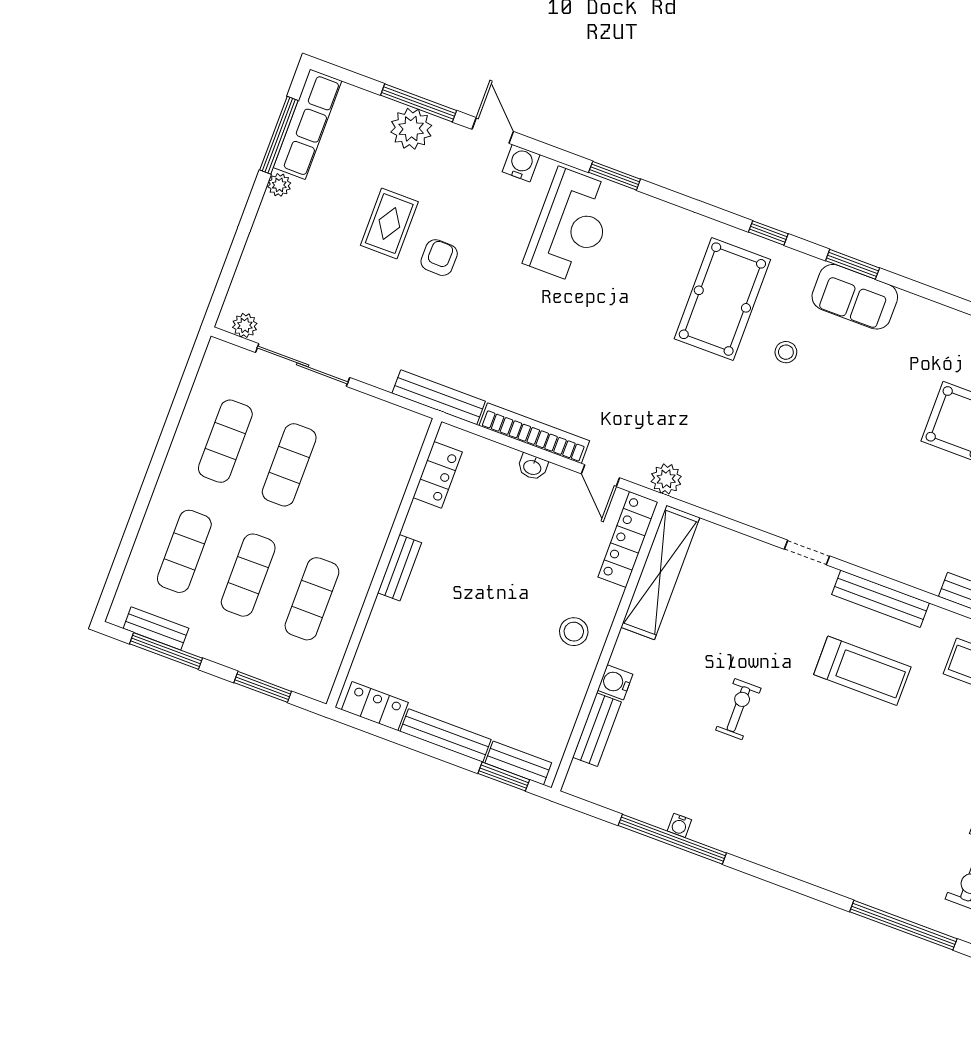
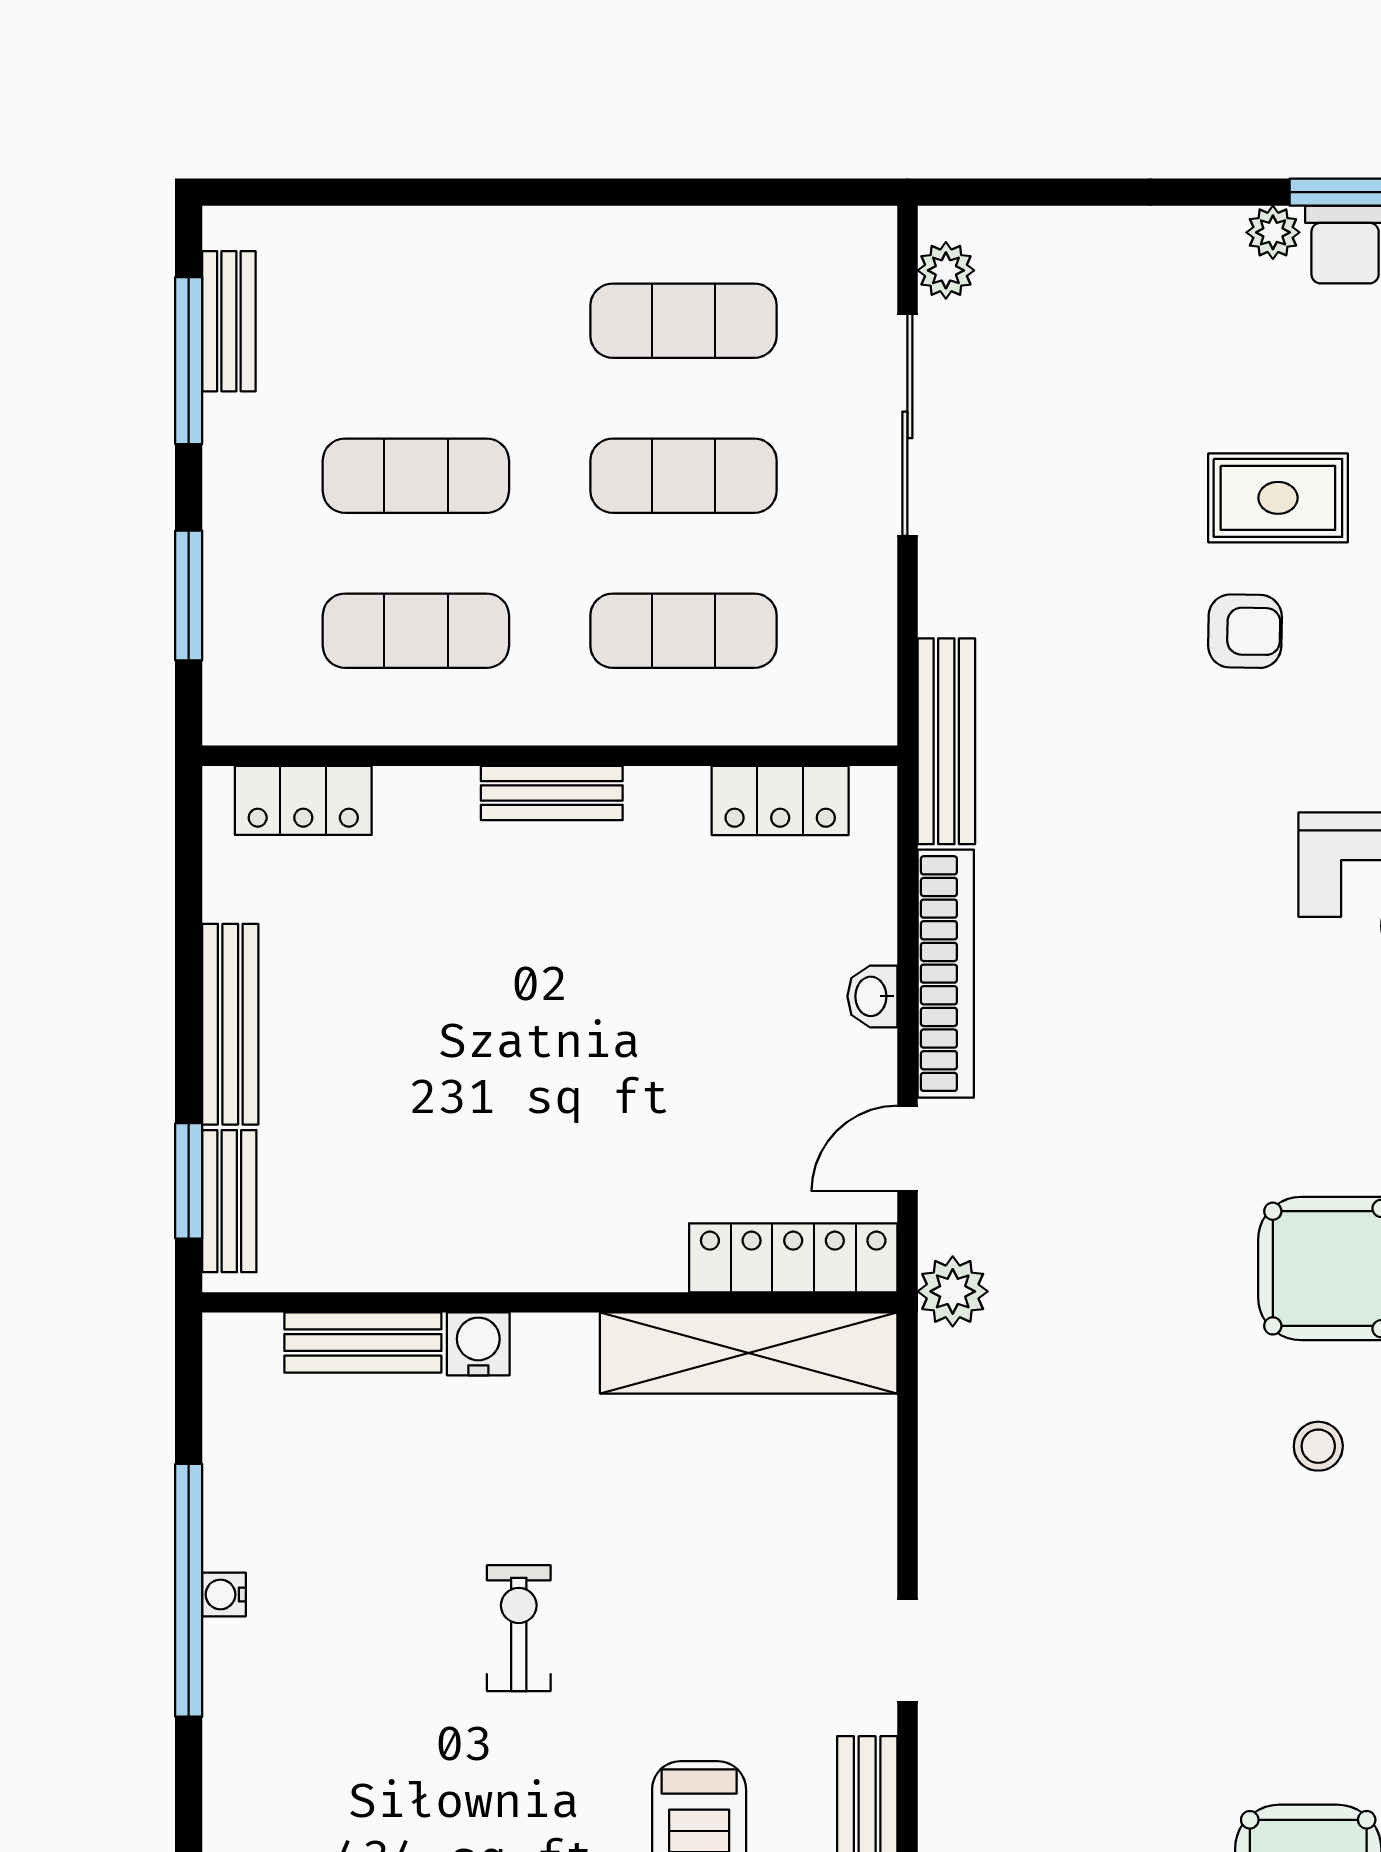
exercise mat: (184, 551) -> (684, 631), moved
stool: (574, 632) -> (554, 1215), removed
locker: (375, 706) -> (303, 800), moved, turned 90
exercise bike: (738, 709) -> (519, 1628), turned -90

